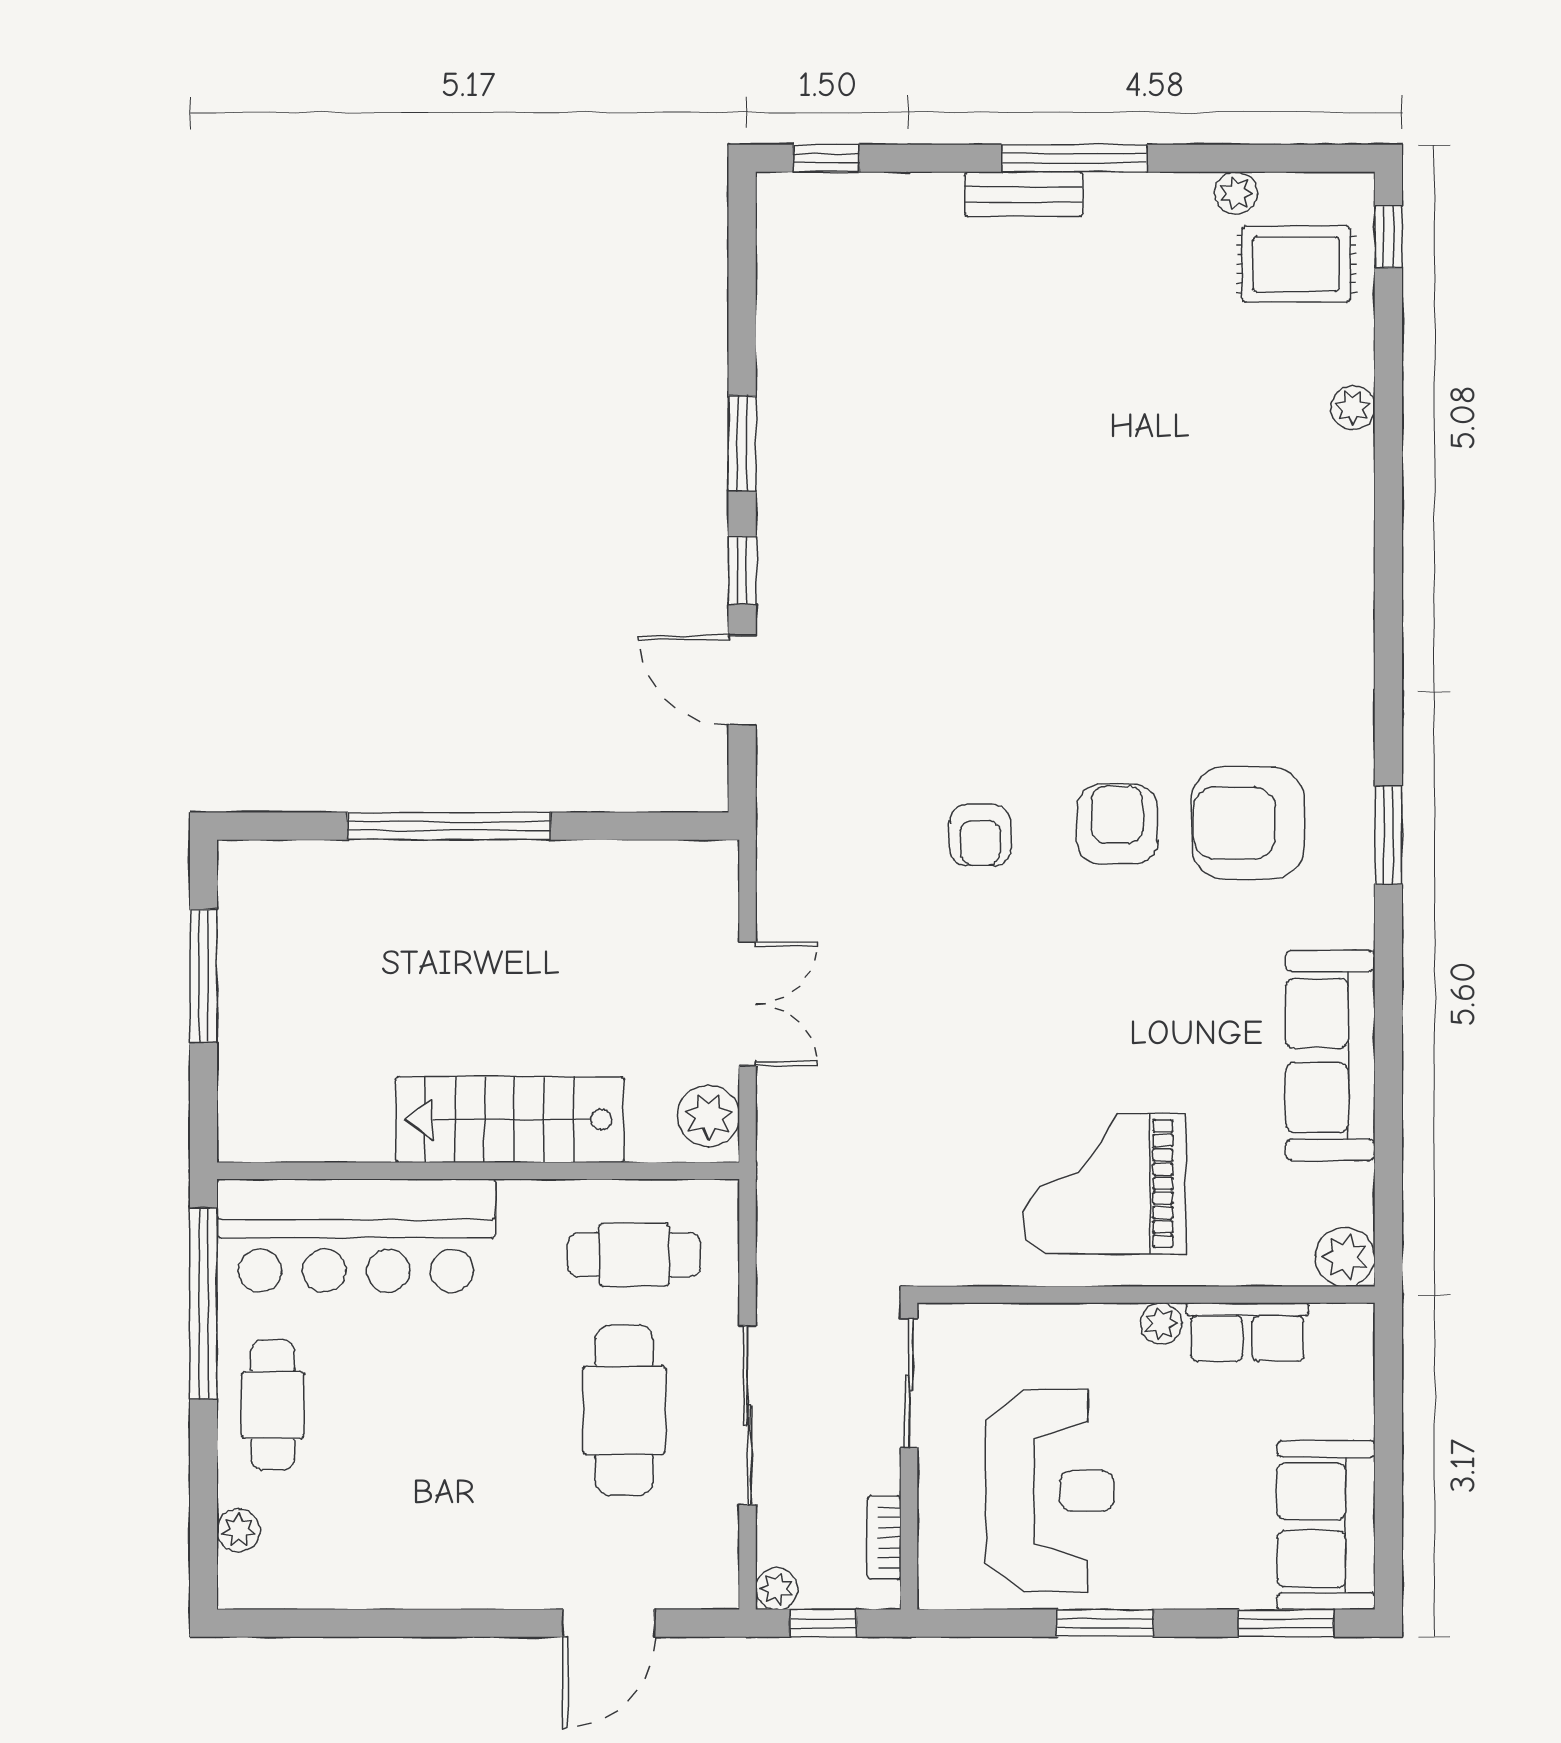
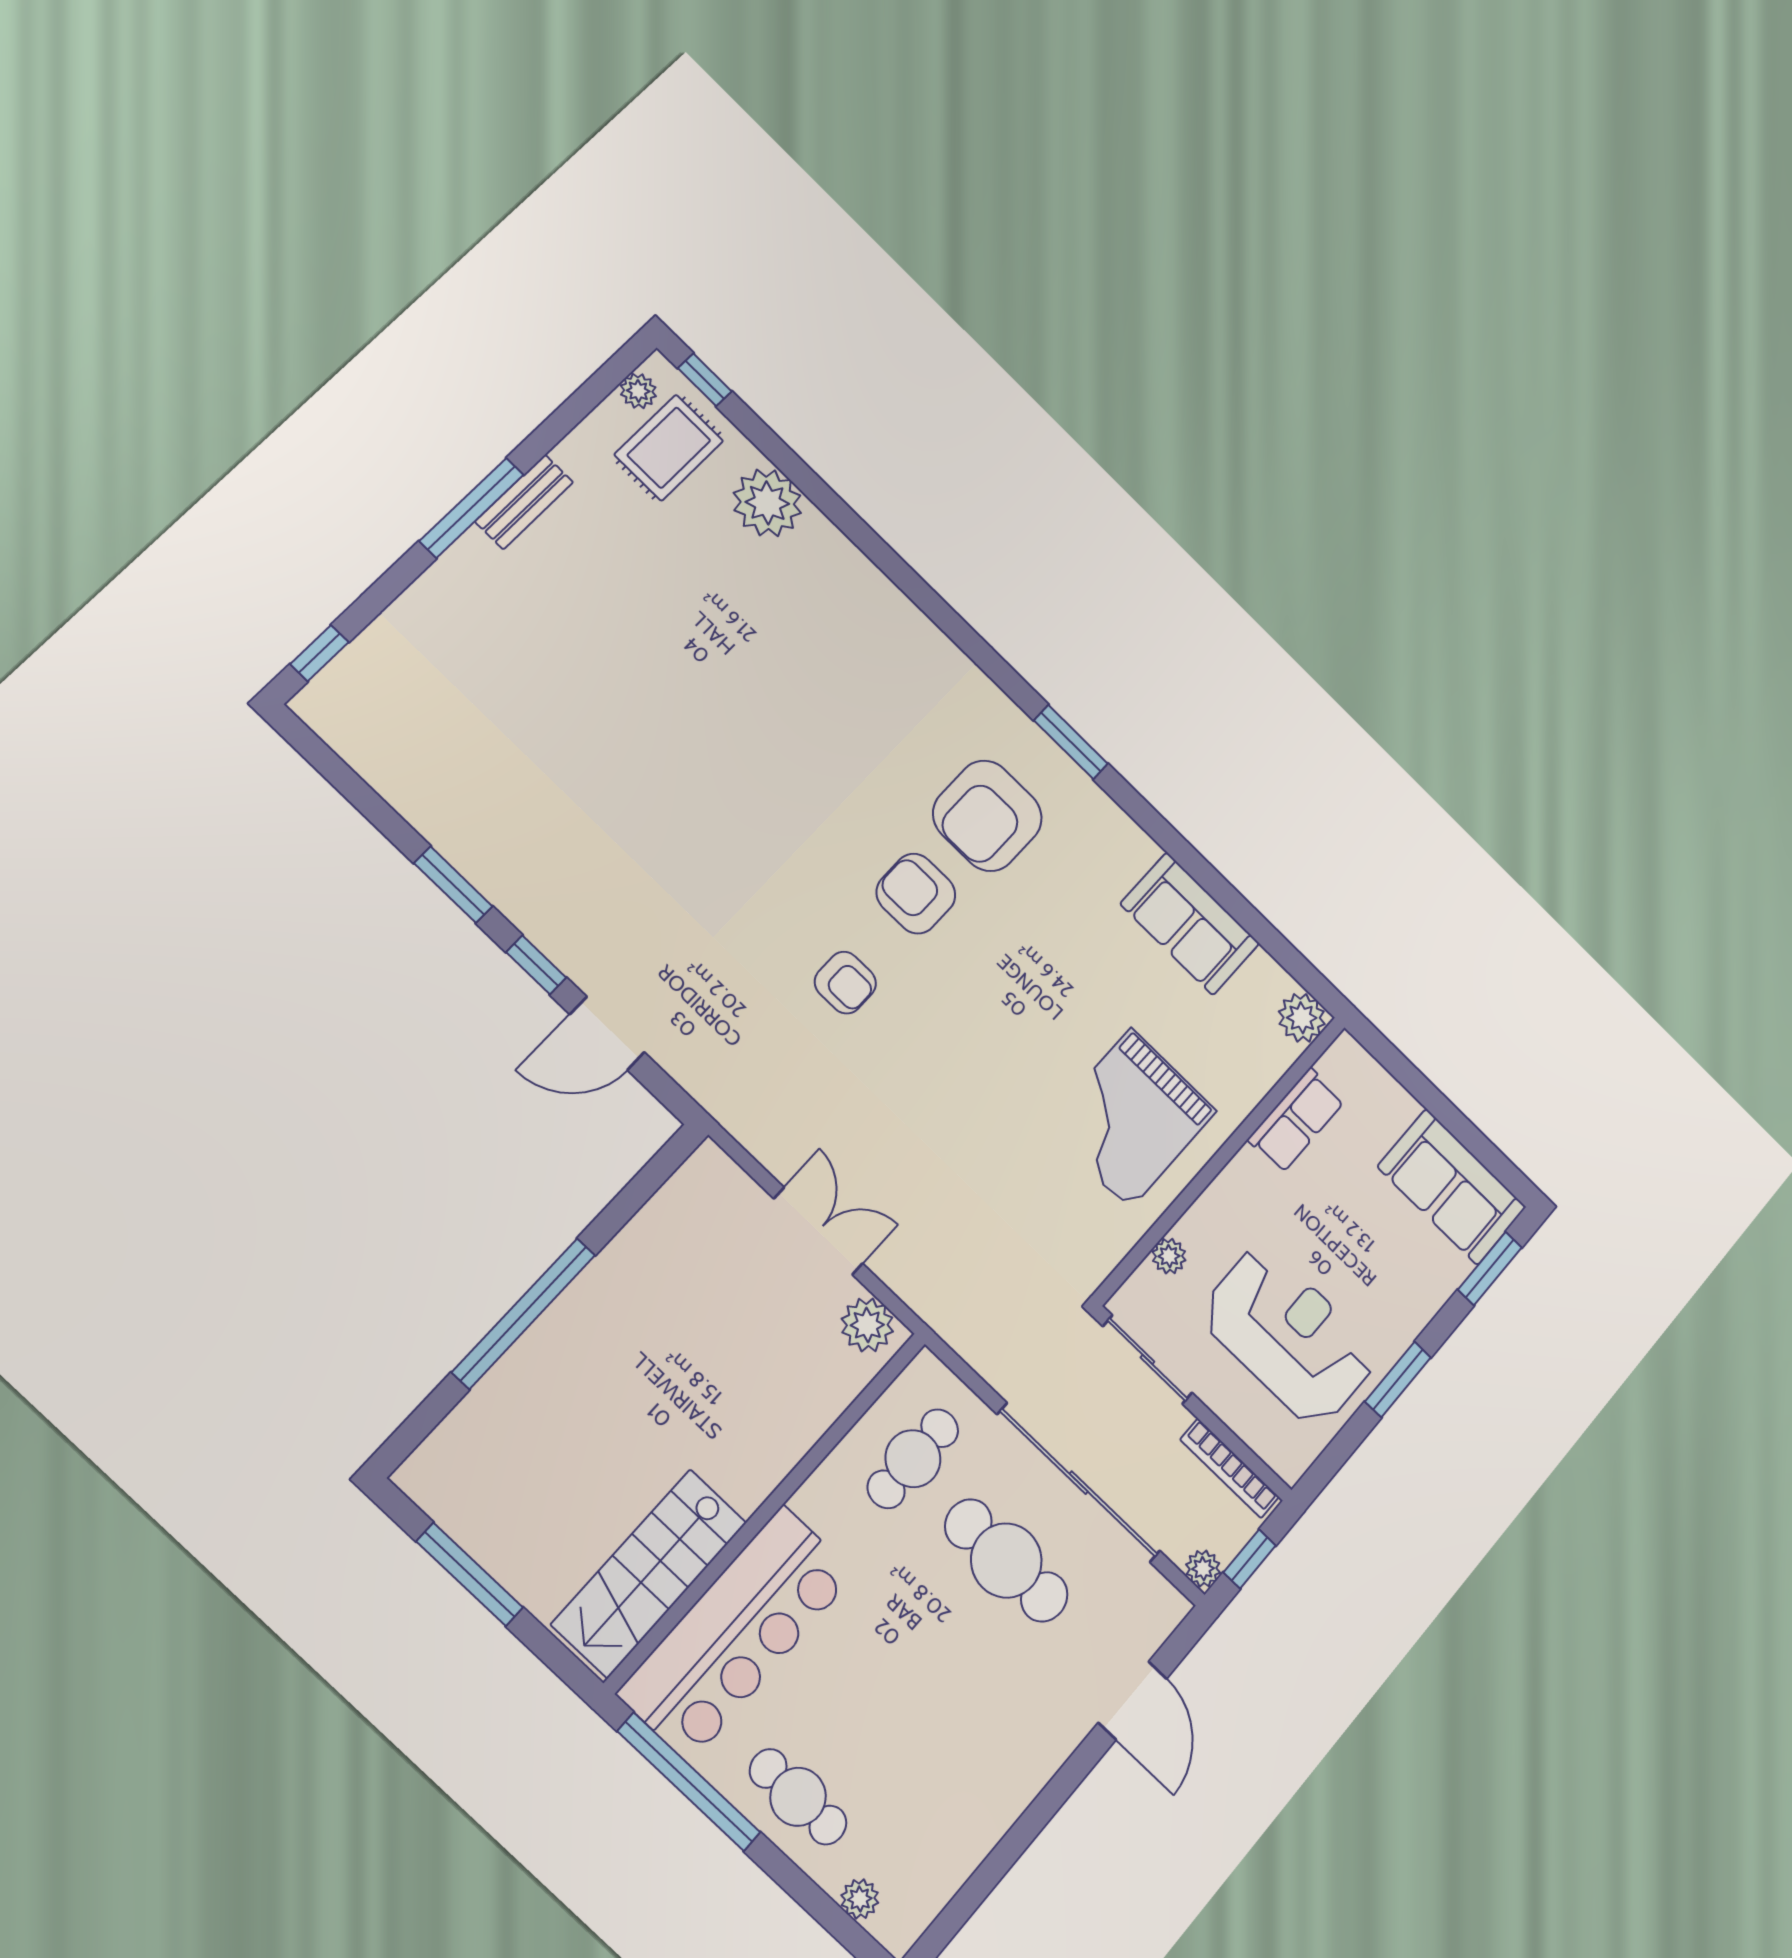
plant: (1236, 193) -> (638, 391), moved
bench: (1024, 194) -> (524, 502), moved
plant: (1353, 408) -> (767, 503), width x1.87, depth x1.87
sofa: (1330, 1055) -> (1190, 924), width x0.73
stairs: (510, 1120) -> (649, 1573), moved
plant: (1161, 1324) -> (1169, 1256), moved
sliding door: (747, 1415) -> (1079, 1483), width x1.36
bookcase: (884, 1538) -> (1230, 1468), width x1.56

